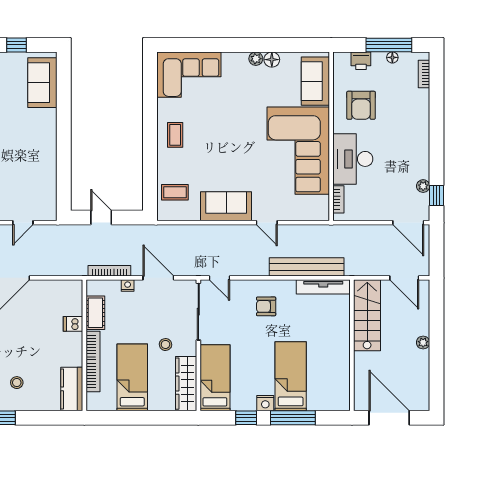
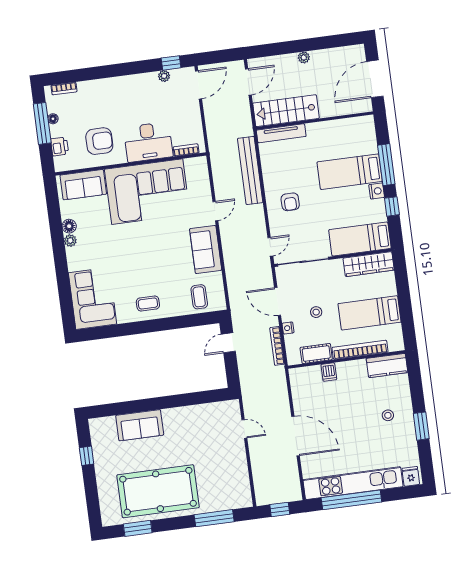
sofa: (42, 83) -> (140, 425), moved
door: (101, 218) -> (228, 343), moved
door: (158, 278) -> (278, 301), hinge flipped
tv unit: (323, 287) -> (281, 133), moved, turned 90
stool: (165, 344) -> (316, 312), moved

